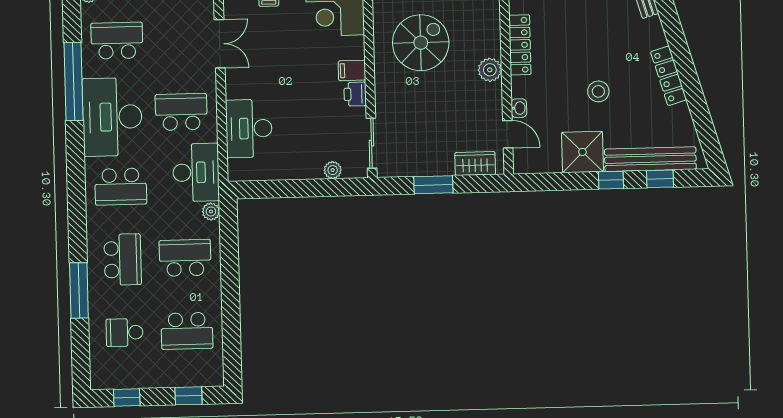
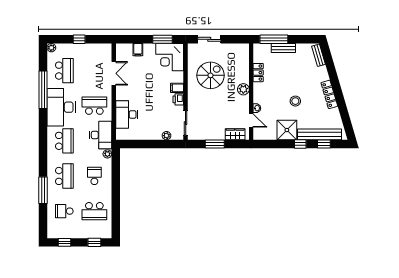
school desk: (117, 41) -> (64, 71), turned 90
locker: (520, 45) -> (258, 73), width x0.66
school desk: (121, 187) -> (64, 141), turned -90
school desk: (185, 258) -> (94, 176), width x0.54

